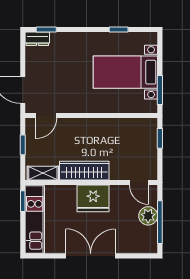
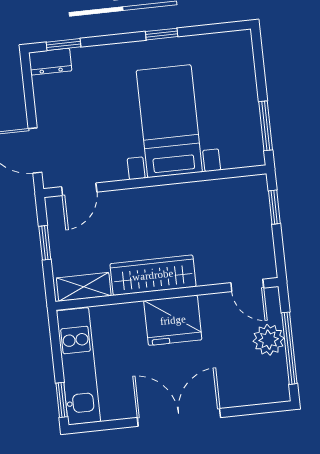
window: (119, 30) -> (162, 34), moved
bed with nightstands: (125, 72) -> (169, 121), moved, turned 90
window: (23, 201) -> (62, 400), moved

